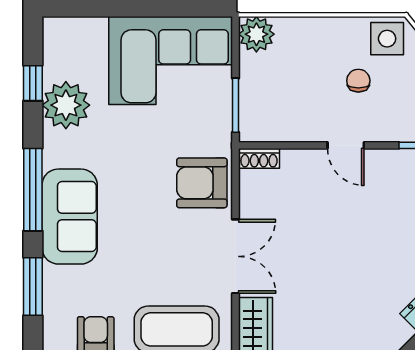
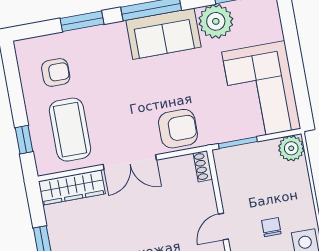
chair: (358, 81) -> (271, 227), turned -90
armchair: (202, 183) -> (178, 129), turned 90
sofa: (70, 217) -> (163, 34), moved

